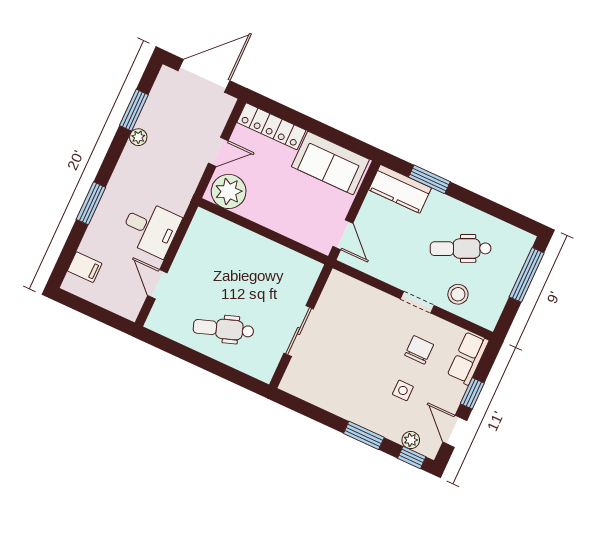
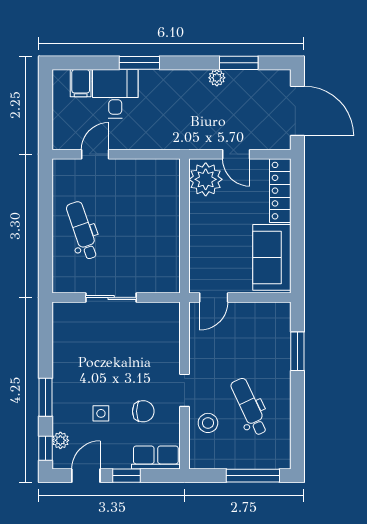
kitchen counter: (400, 189) -> (277, 329), removed
desk: (150, 228) -> (115, 94), moved, turned 180

